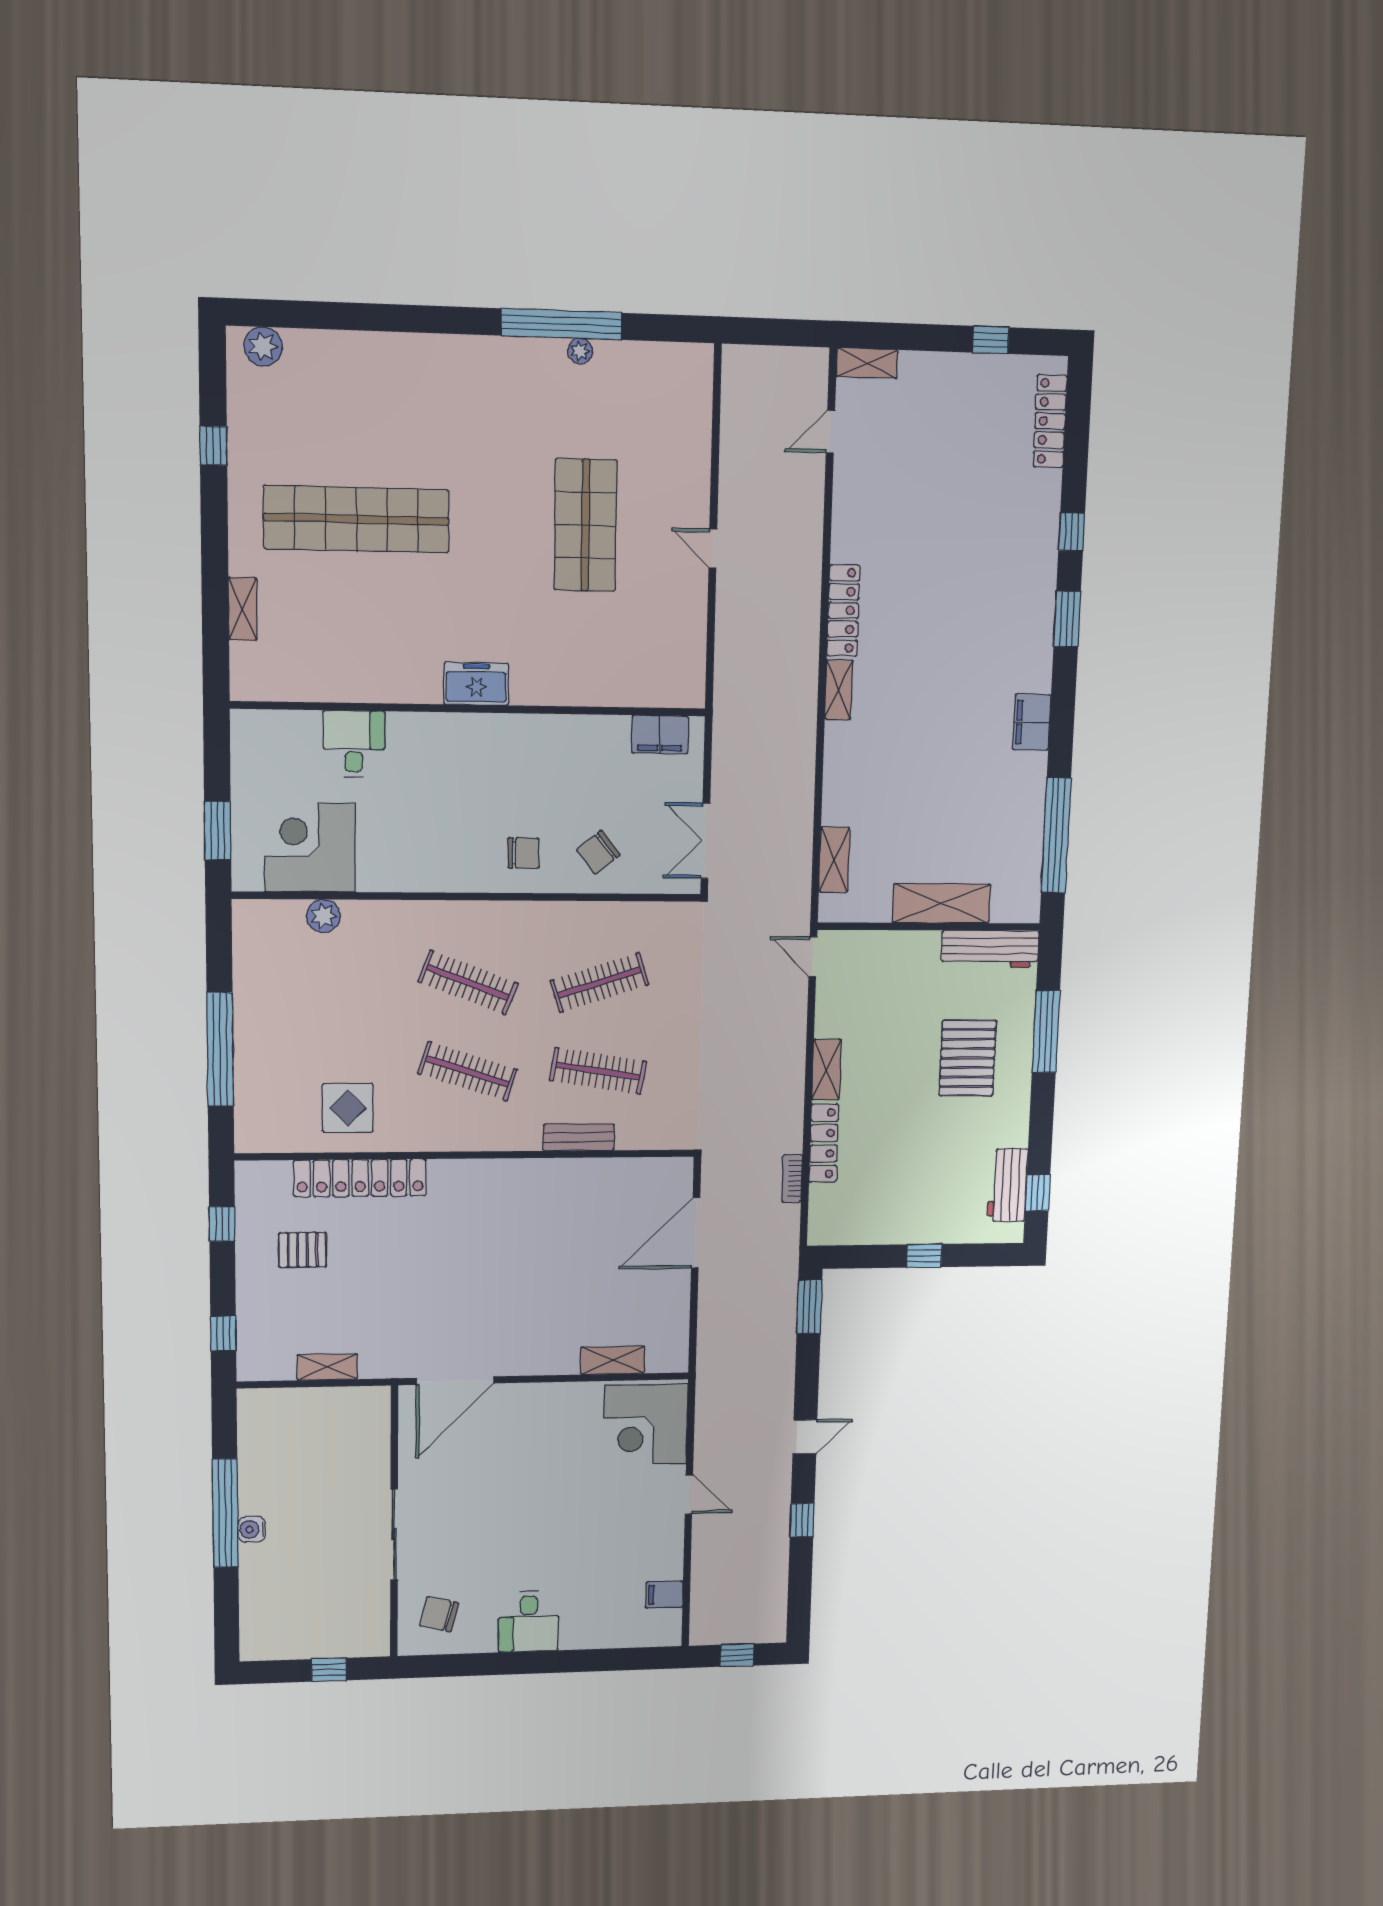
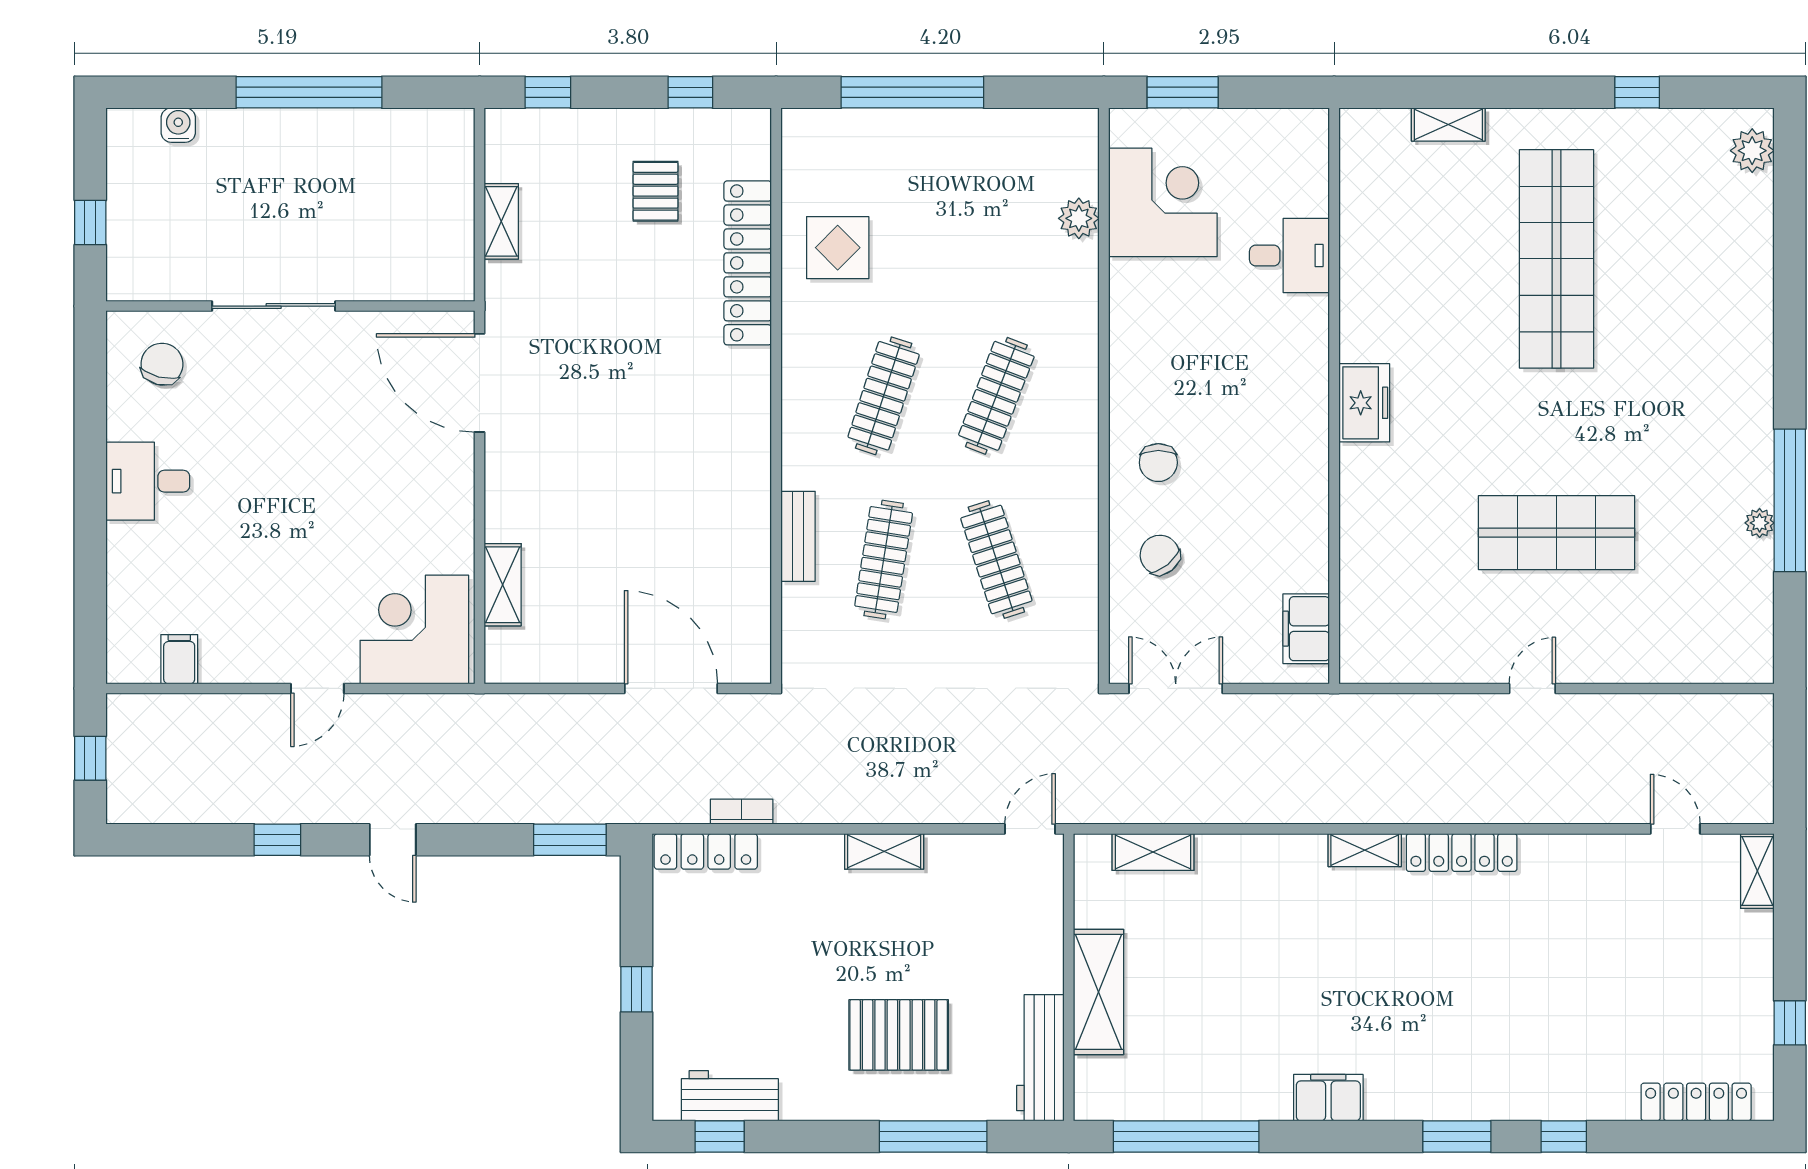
locker: (824, 1143) -> (706, 851), moved
water cooler: (252, 1529) -> (178, 125), moved

